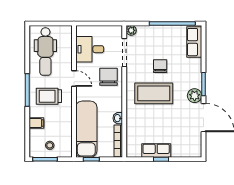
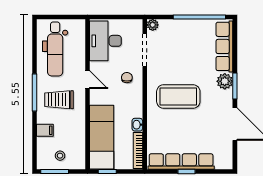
row of seats: (194, 42) -> (224, 46), width x1.48
desk: (90, 49) -> (105, 41), width x1.37
chair: (160, 66) -> (186, 66), removed
chair: (108, 77) -> (127, 78), width x0.54, depth x0.54
plant: (195, 96) -> (225, 81), moved
row of seats: (156, 151) -> (181, 162), width x2.02

